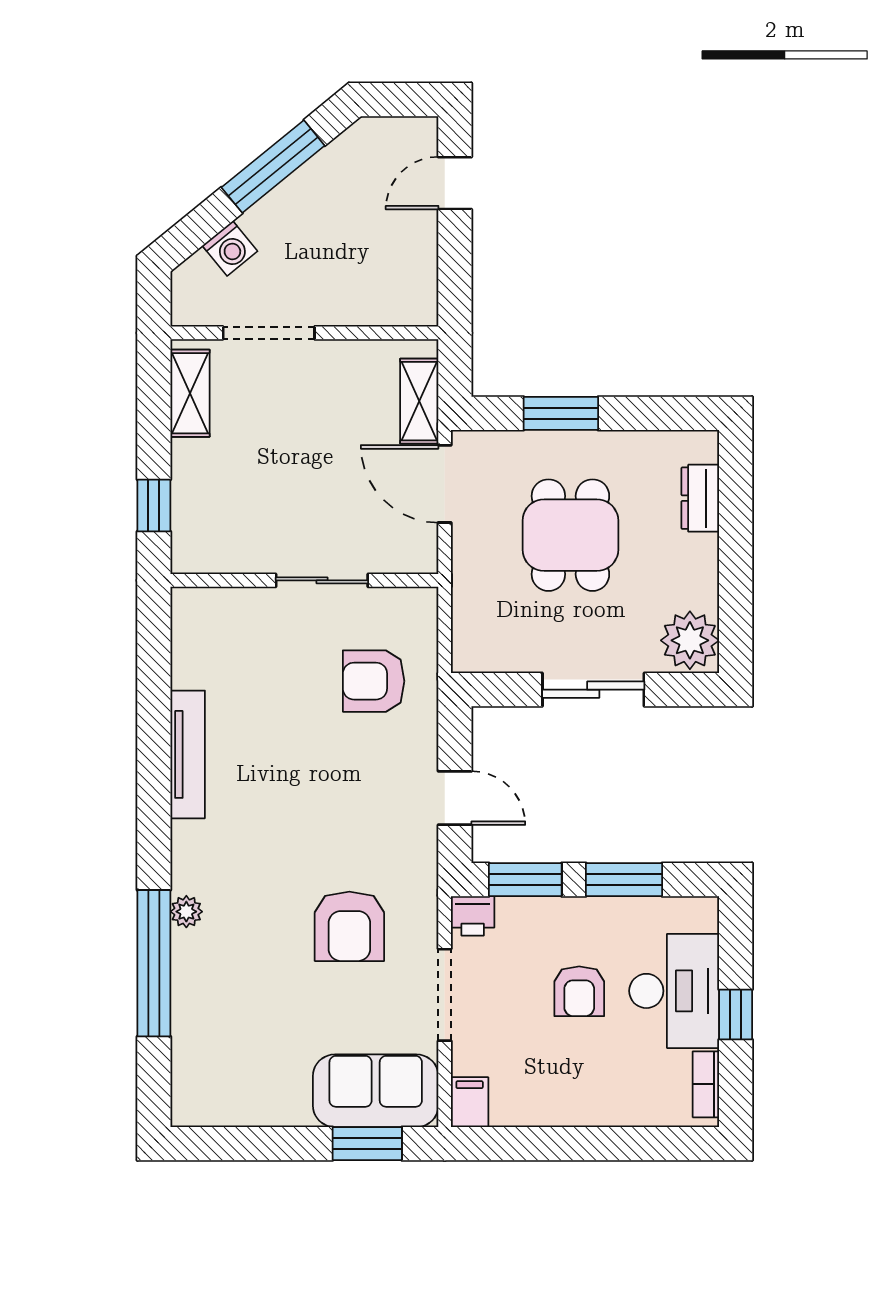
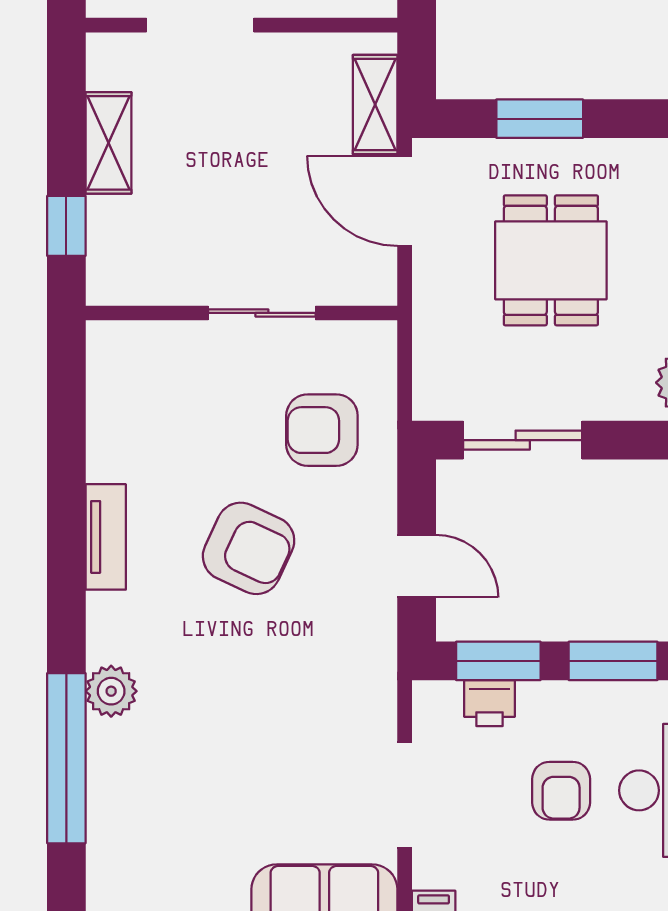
shelving: (190, 393) -> (108, 143), moved
sliding door: (593, 690) -> (523, 440), moved
tv unit: (188, 754) -> (106, 537), width x0.71
plant: (186, 912) -> (111, 691), width x1.38, depth x1.38
printer: (473, 916) -> (490, 703), moved
armchair: (349, 926) -> (249, 548), moved, turned -65

